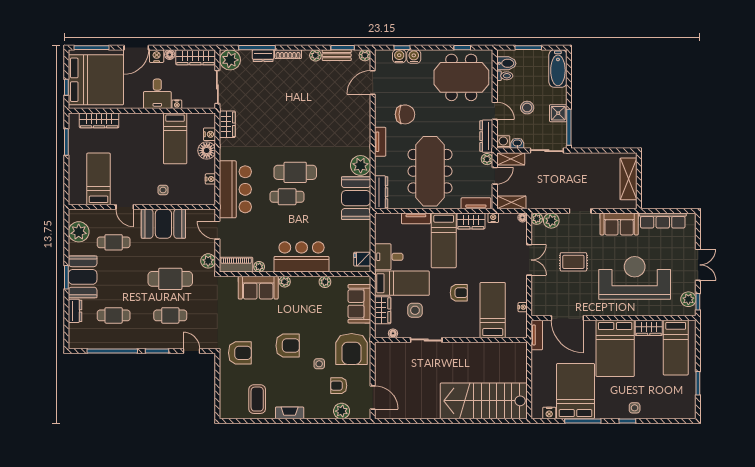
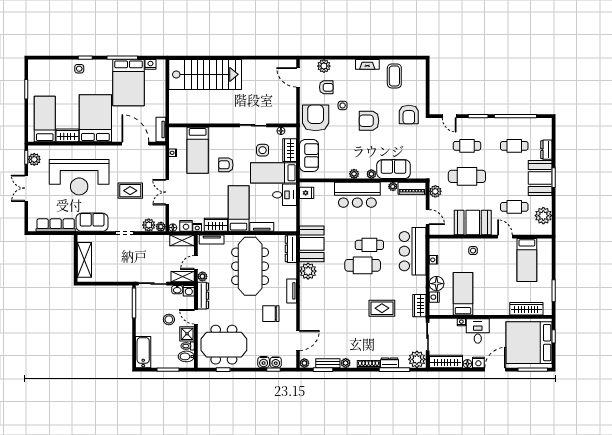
shower: (558, 113) -> (187, 334), moved
rug: (272, 121) -> (382, 308), added
nightstand: (507, 220) -> (186, 226), added
plant: (325, 282) -> (354, 174), moved
armchair: (240, 353) -> (409, 115), turned -90

